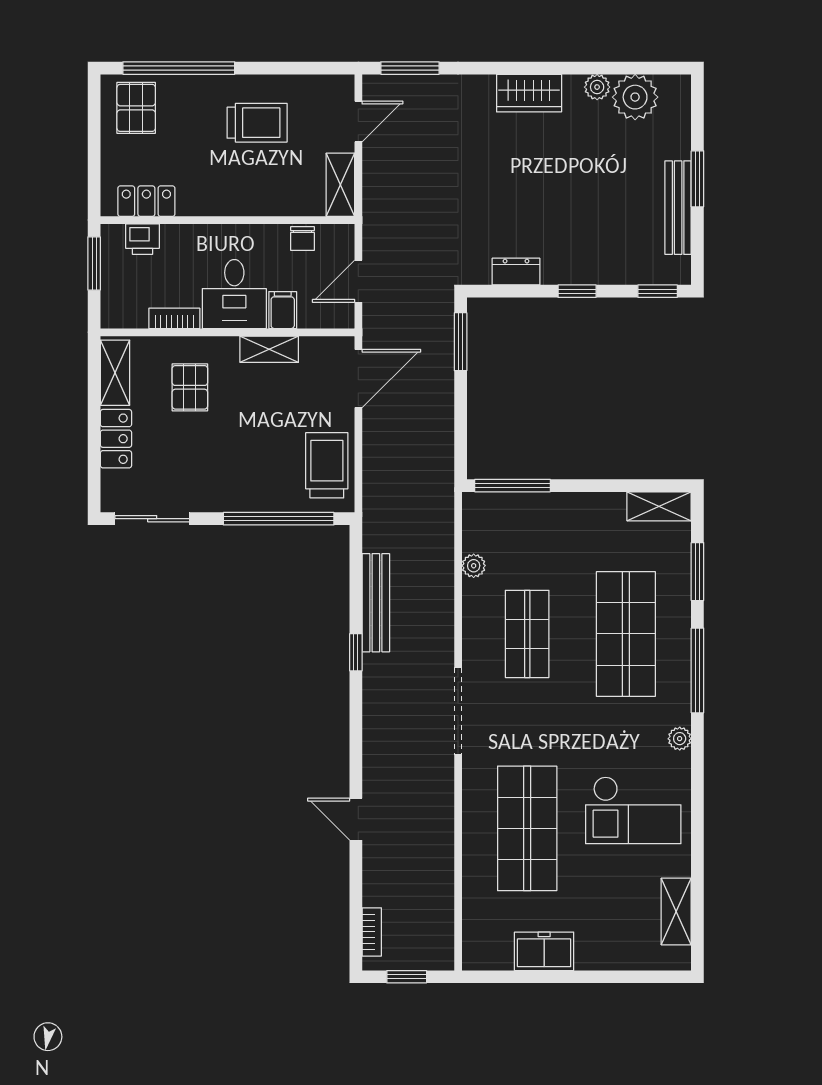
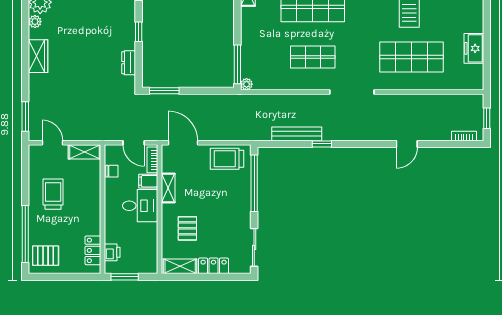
bookcase: (174, 318) -> (152, 160), moved
pallet: (190, 387) -> (187, 228), turned 90
plant: (474, 566) -> (247, 84), moved

